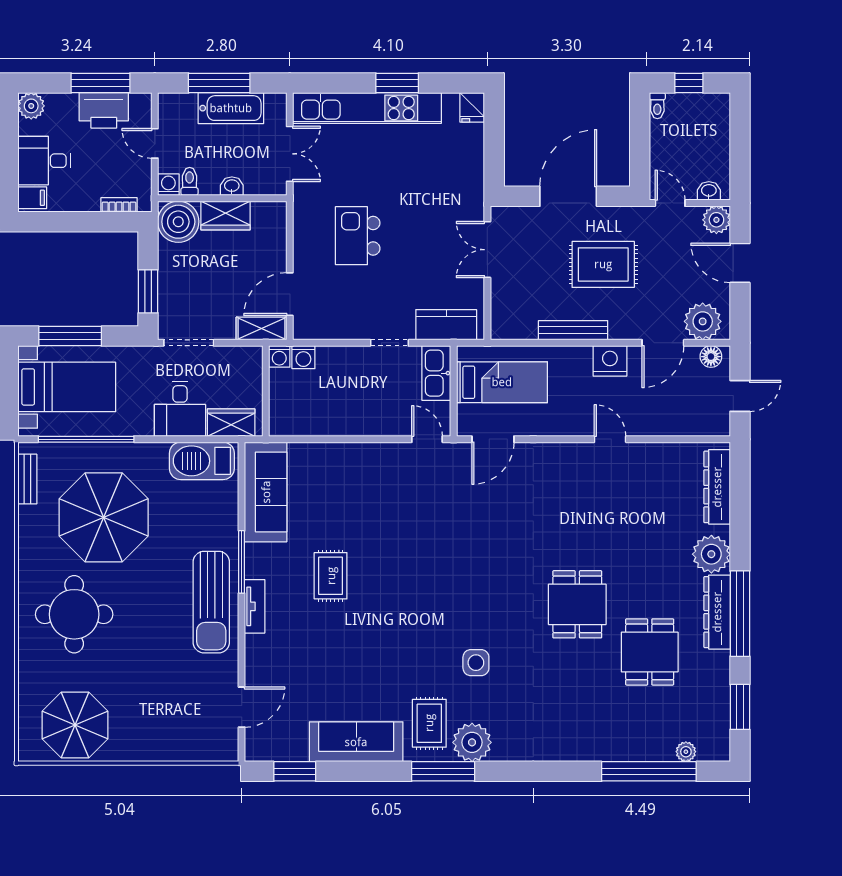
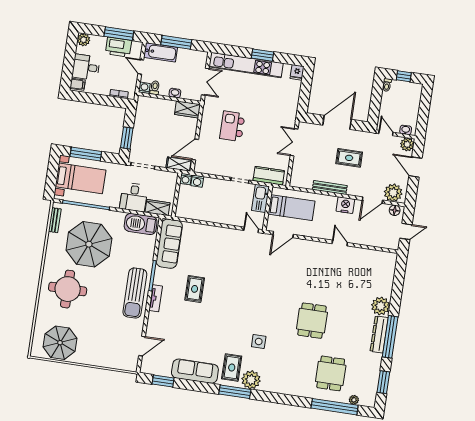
bathtub: (231, 108) -> (161, 52), moved
wardrobe: (226, 215) -> (188, 109), moved
boiler: (178, 222) -> (146, 106), removed
rug: (603, 264) -> (349, 158), width x0.73, depth x0.70
dresser: (717, 487) -> (388, 274), removed
dining table: (650, 652) -> (331, 373), moved

